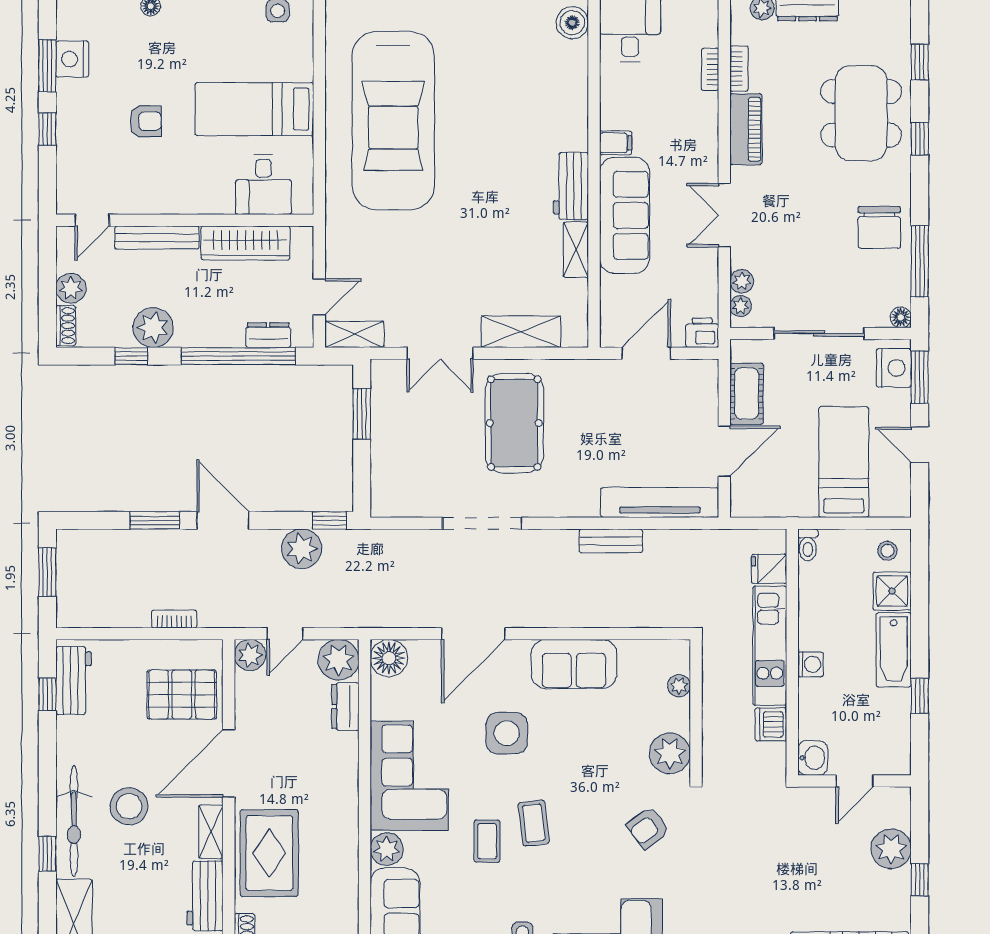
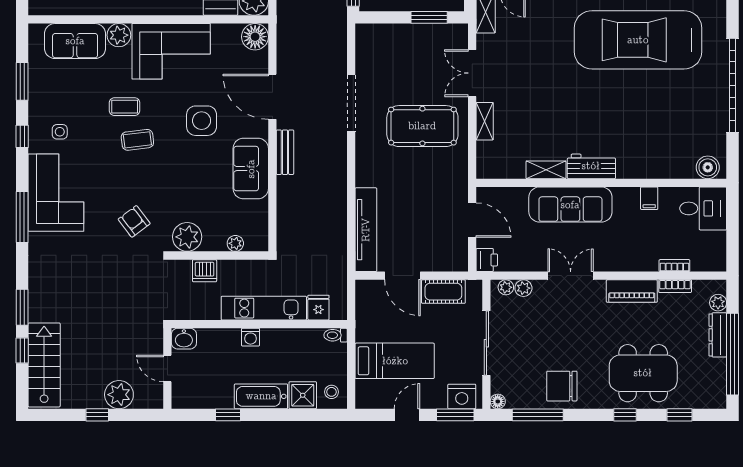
filing cabinet: (616, 143) -> (649, 198), moved
shelving: (521, 332) -> (485, 121), width x0.67, depth x0.75
bench: (611, 541) -> (285, 152), moved
dishwasher: (771, 724) -> (205, 271), moved, turned 180

